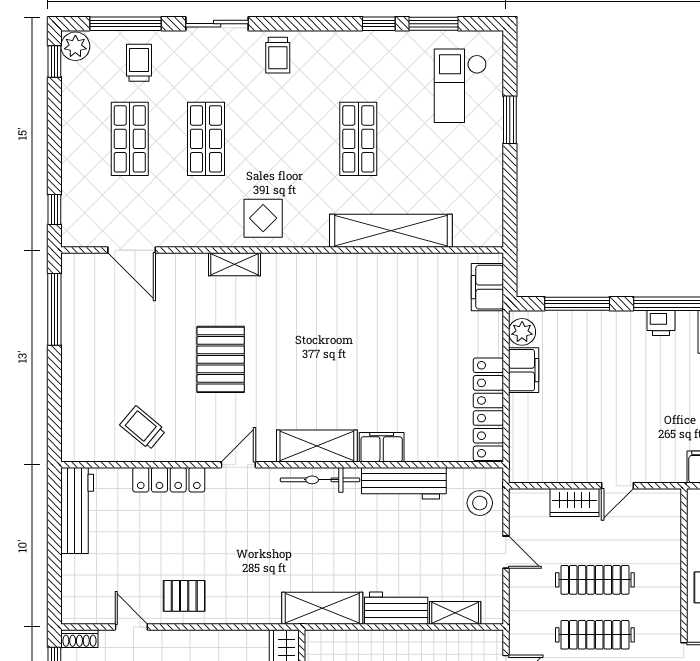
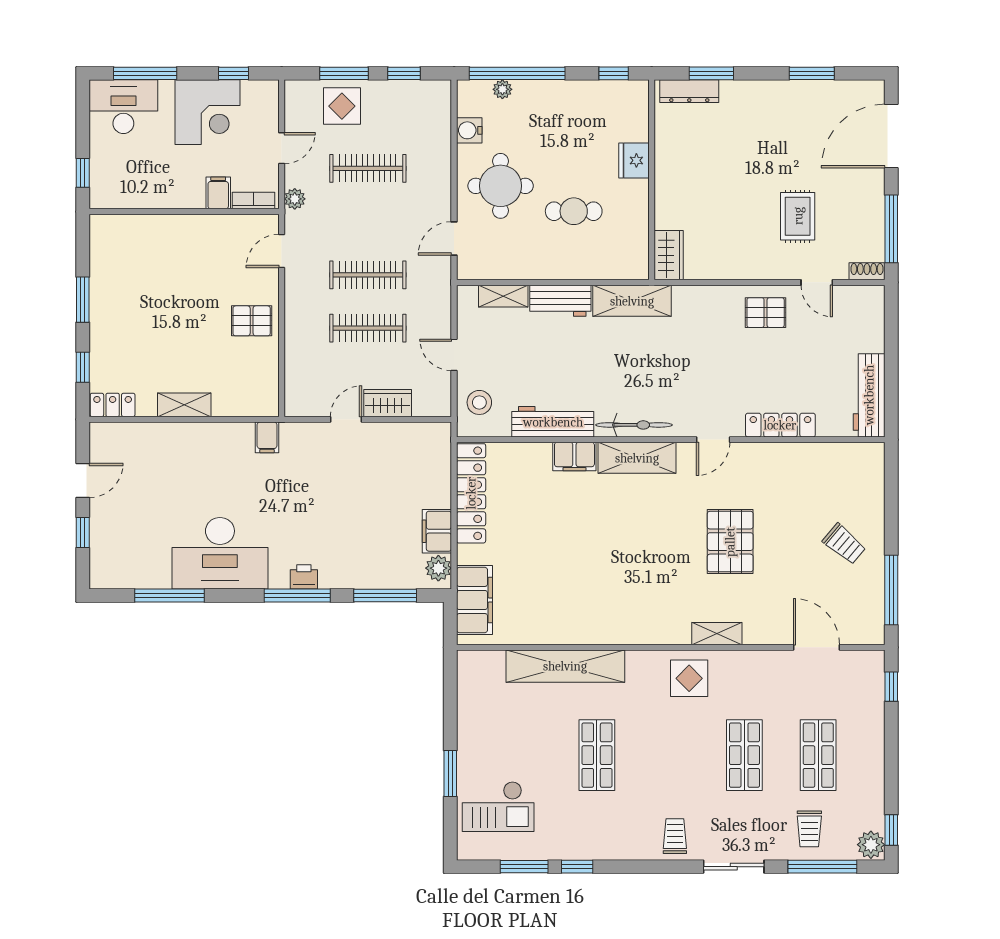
checkout: (460, 86) -> (498, 807), turned 90
filing cabinet: (487, 287) -> (475, 600), width x1.50, depth x1.17
trolley: (143, 428) -> (844, 544), moved

